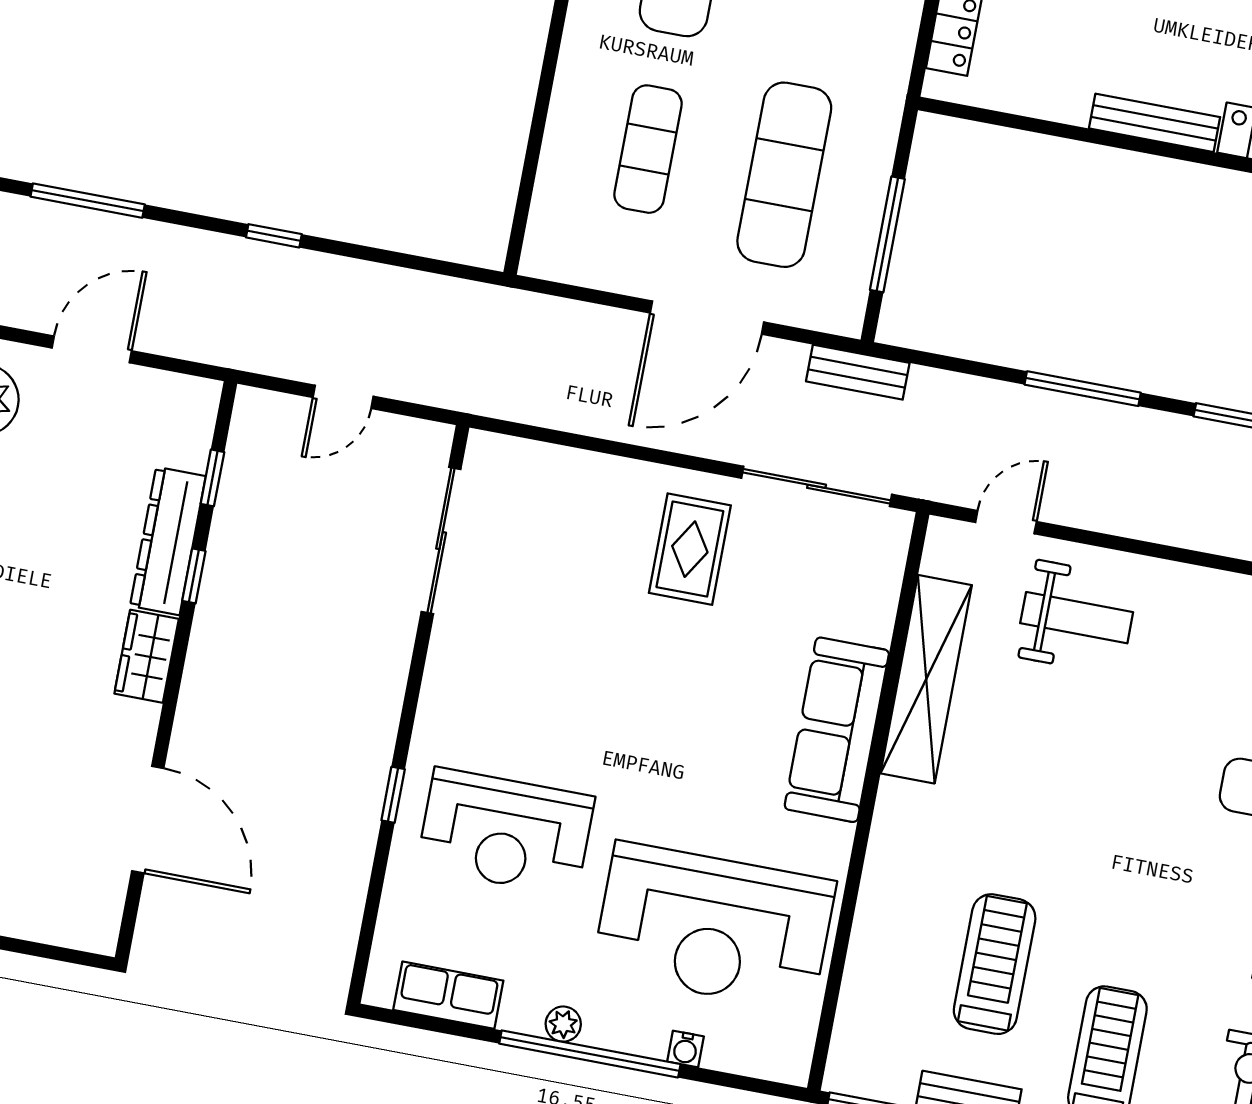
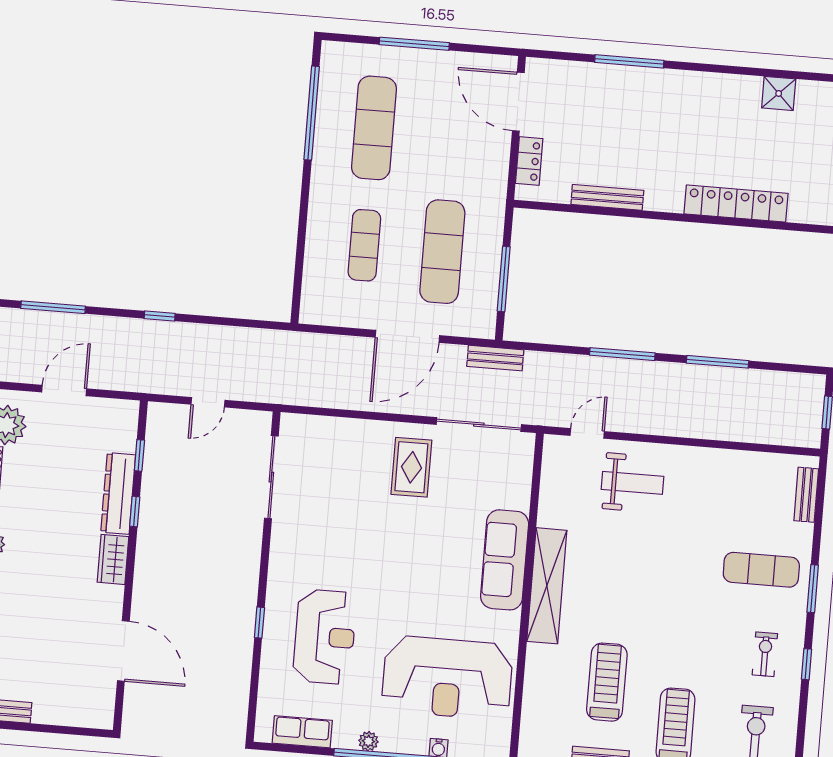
bench: (1155, 123) -> (607, 197), moved
shelving: (926, 679) -> (547, 586), moved
reception desk: (506, 832) -> (325, 637), turned -90

